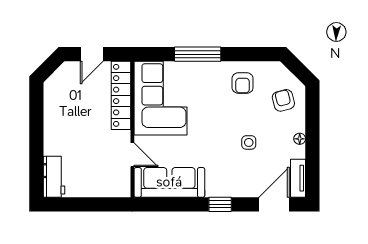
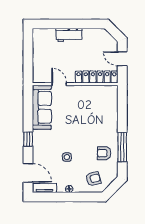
window: (198, 54) -> (122, 147), moved
corner sofa: (161, 98) -> (95, 102), removed
door: (132, 155) -> (59, 84), swing flipped
workbench: (54, 177) -> (69, 35), moved

